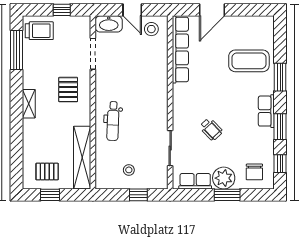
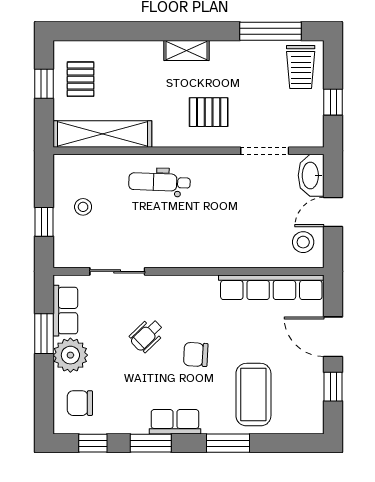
window: (244, 10) -> (333, 387), added
chair: (223, 98) -> (196, 354), added
window: (227, 195) -> (44, 334), moved

